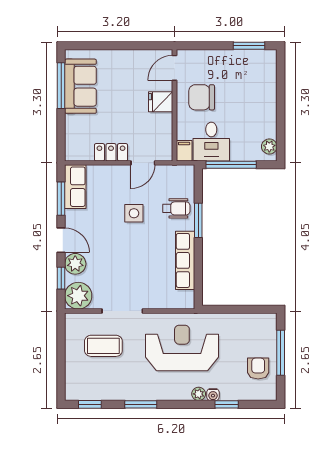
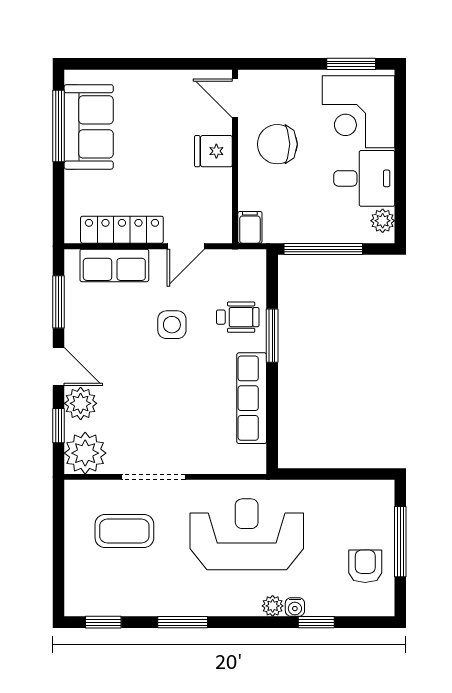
door: (175, 68) -> (235, 98), hinge flipped
corner desk: (254, 77) -> (358, 112), added
desk: (211, 142) -> (364, 178), moved, turned -90
locker: (111, 152) -> (122, 230), width x1.53
row of seats: (75, 187) -> (114, 265), moved, turned 90

